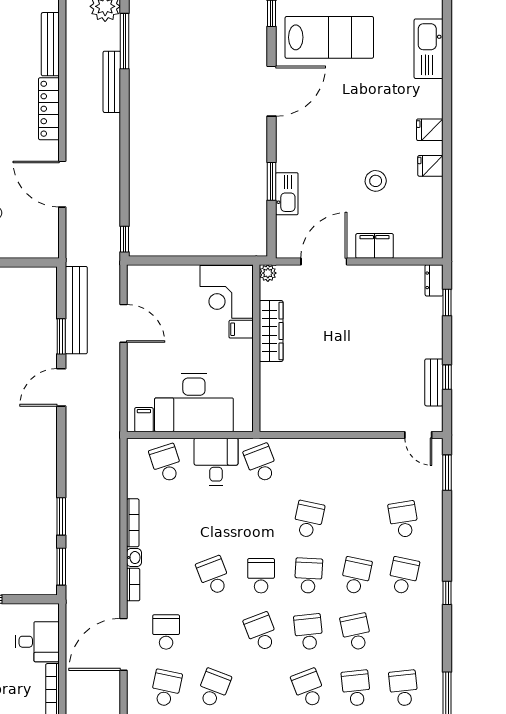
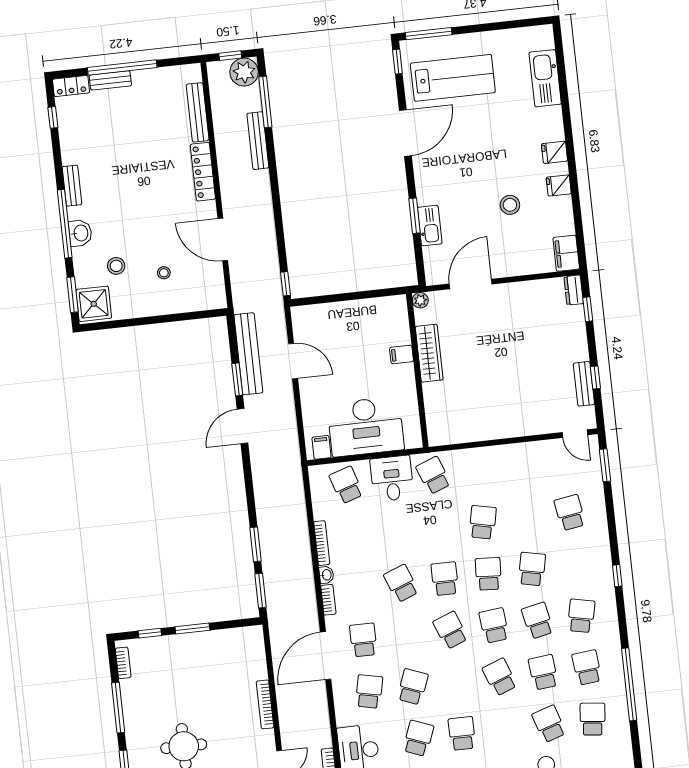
filing cabinet: (375, 246) -> (566, 253), moved, turned -90
corner desk: (227, 292) -> (384, 322), removed
school desk: (403, 576) -> (581, 616), moved
desk: (37, 642) -> (246, 662), removed

